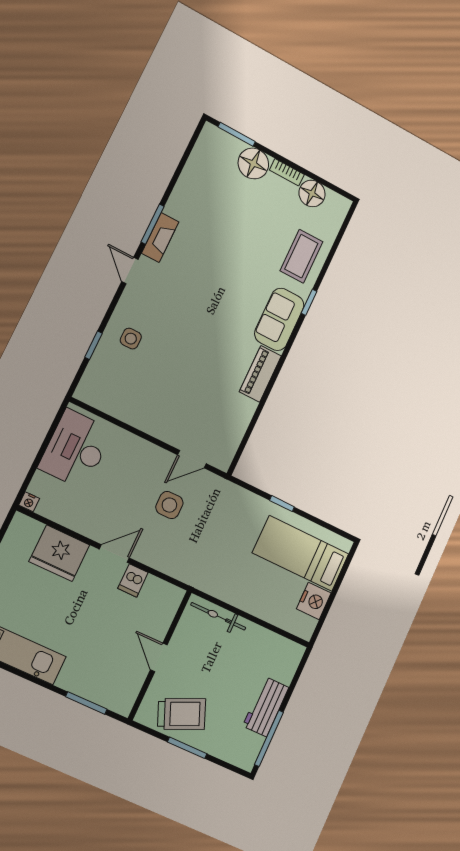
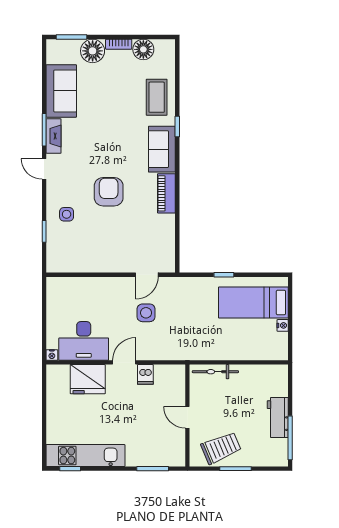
sofa: (195, 190) -> (61, 91), added
armchair: (194, 337) -> (109, 192), added
desk: (76, 449) -> (84, 341), moved, turned -90
nightstand: (314, 601) -> (283, 325), width x0.53, depth x0.56

